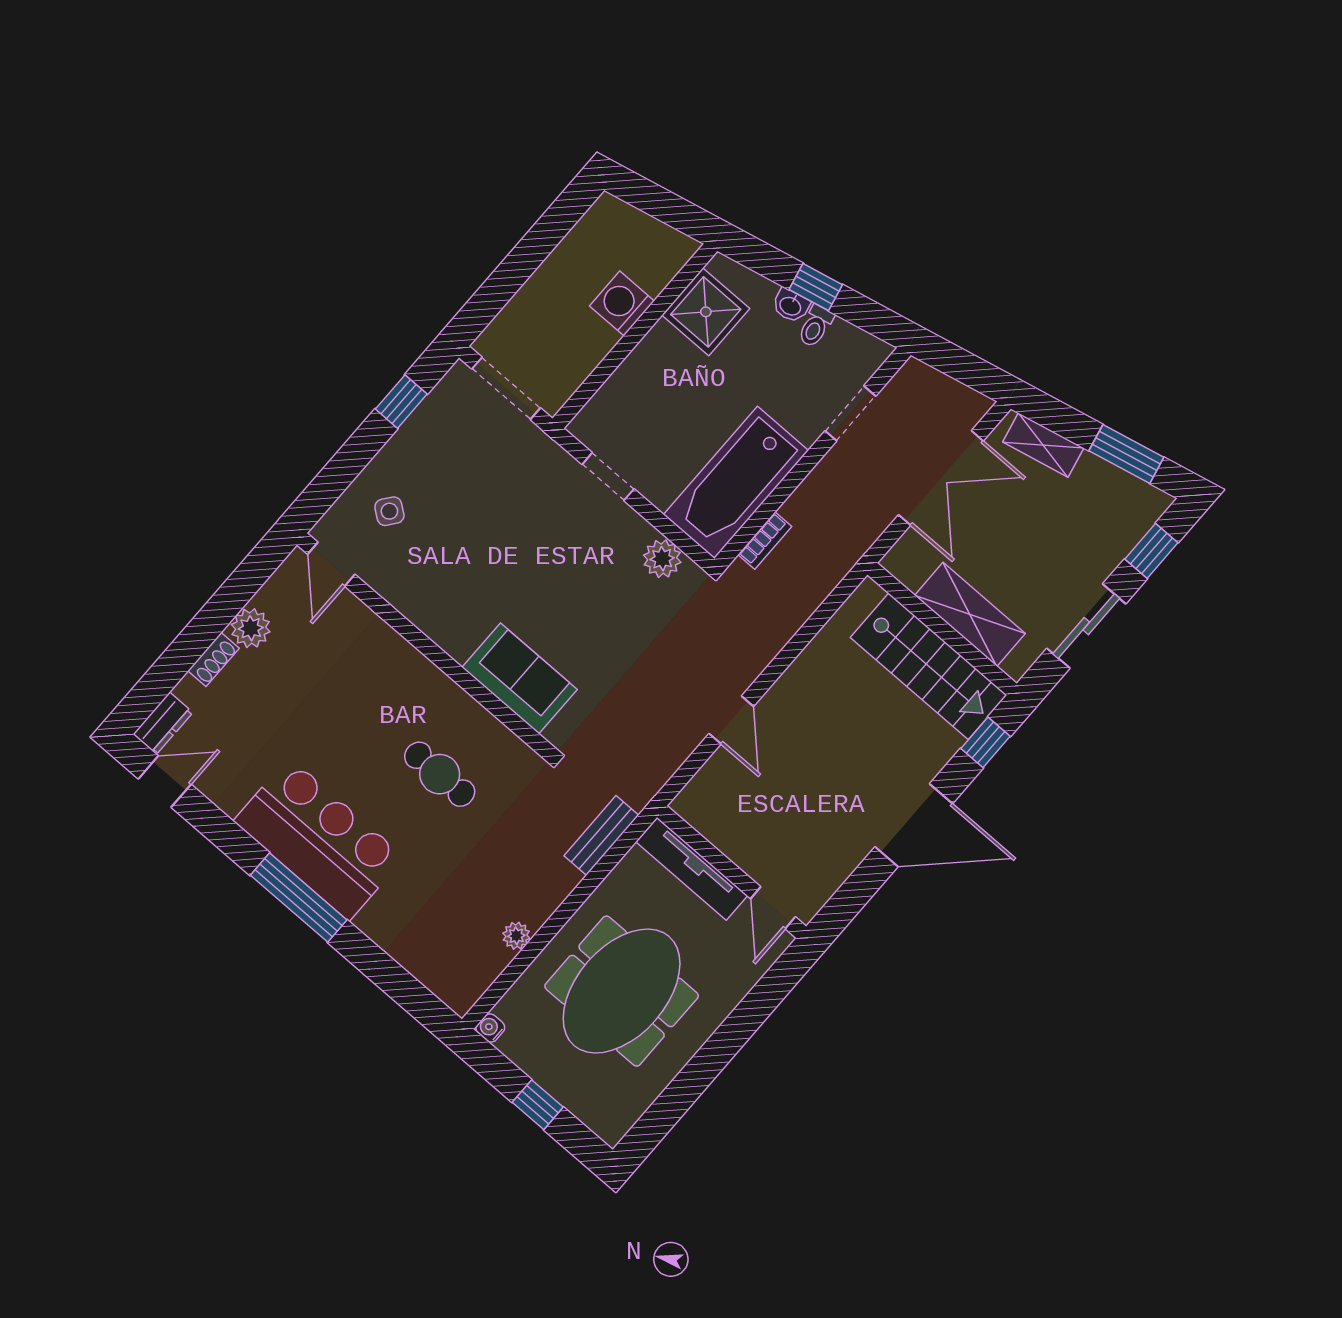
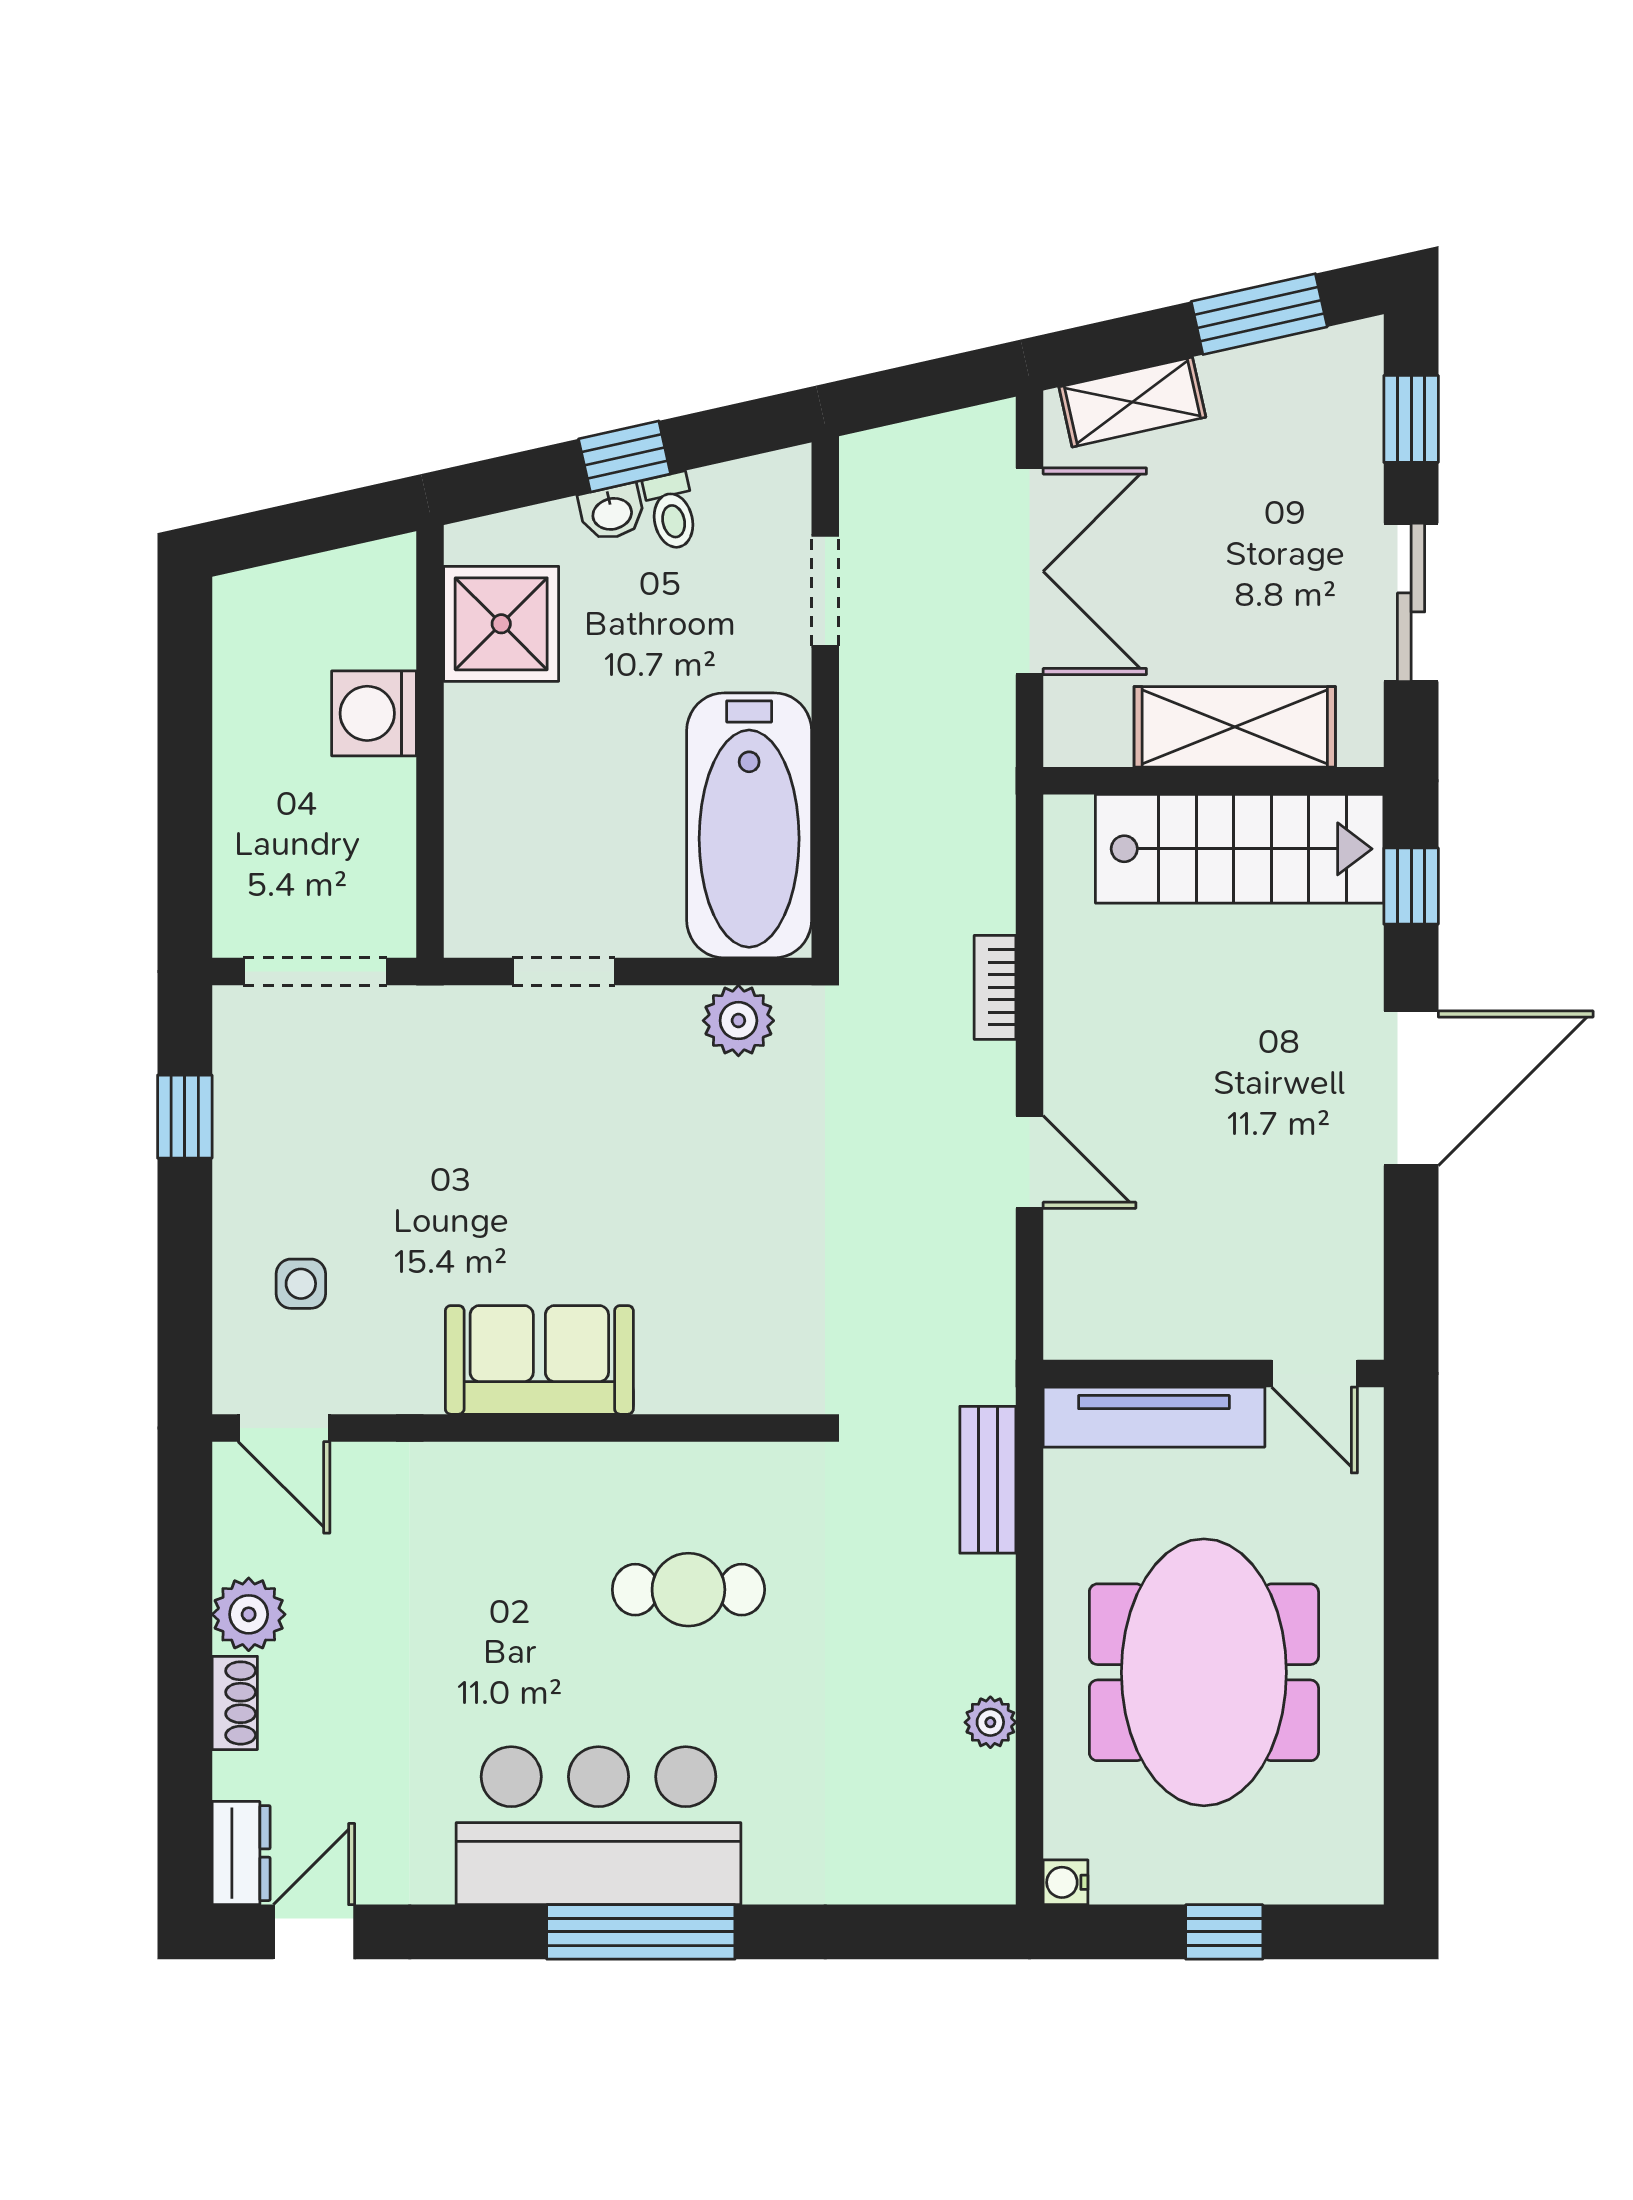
side table: (389, 511) -> (301, 1284), turned -37
bookcase: (765, 541) -> (995, 987), moved, turned 180
sofa: (520, 679) -> (539, 1360), moved

